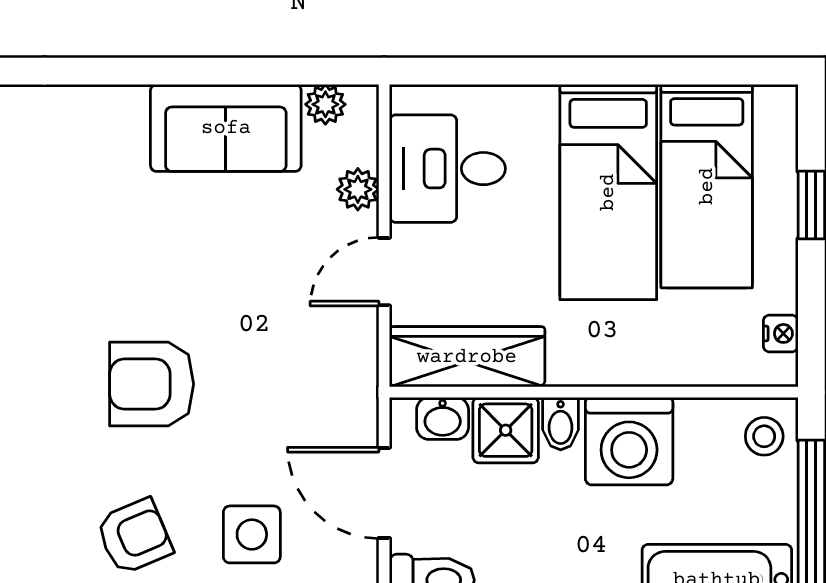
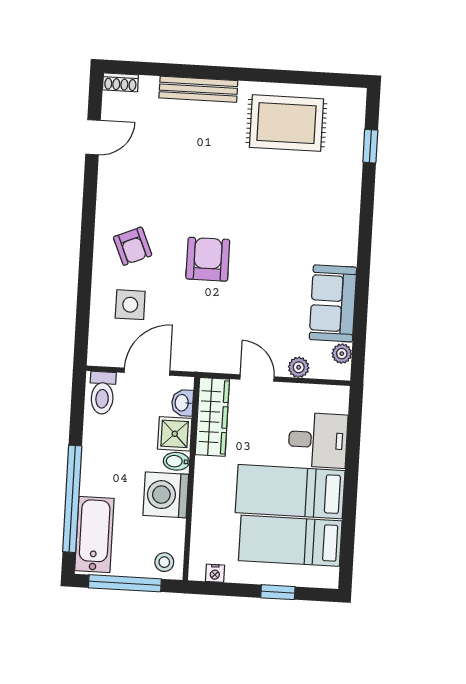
desk: (447, 169) -> (318, 440), moved, turned 90

